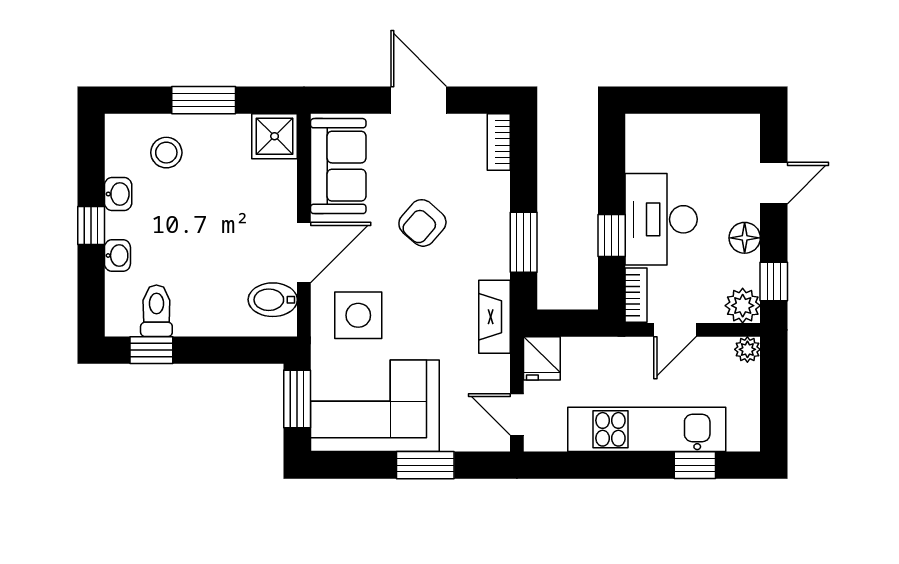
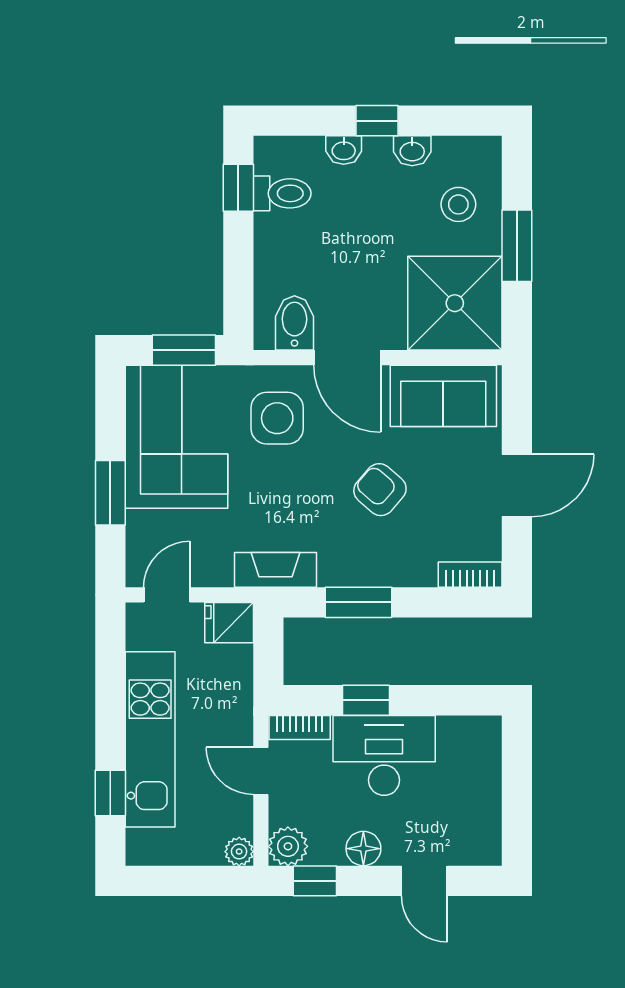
shower: (275, 136) -> (455, 303), width x1.86, depth x1.86

